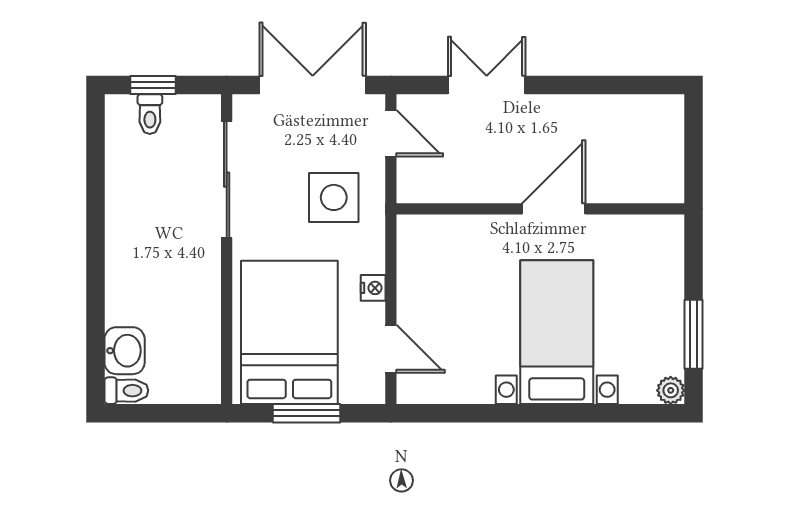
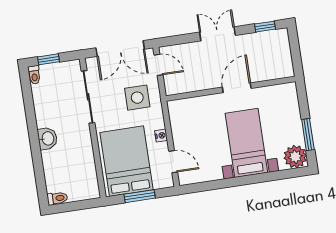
double door: (313, 85) -> (120, 49), swing flipped
double door: (487, 85) -> (217, 34), moved
window: (635, 85) -> (265, 27), added
toilet: (150, 114) -> (34, 75), moved
washbasin: (125, 351) -> (47, 139), moved
plant: (671, 390) -> (295, 157), width x1.88, depth x1.88

